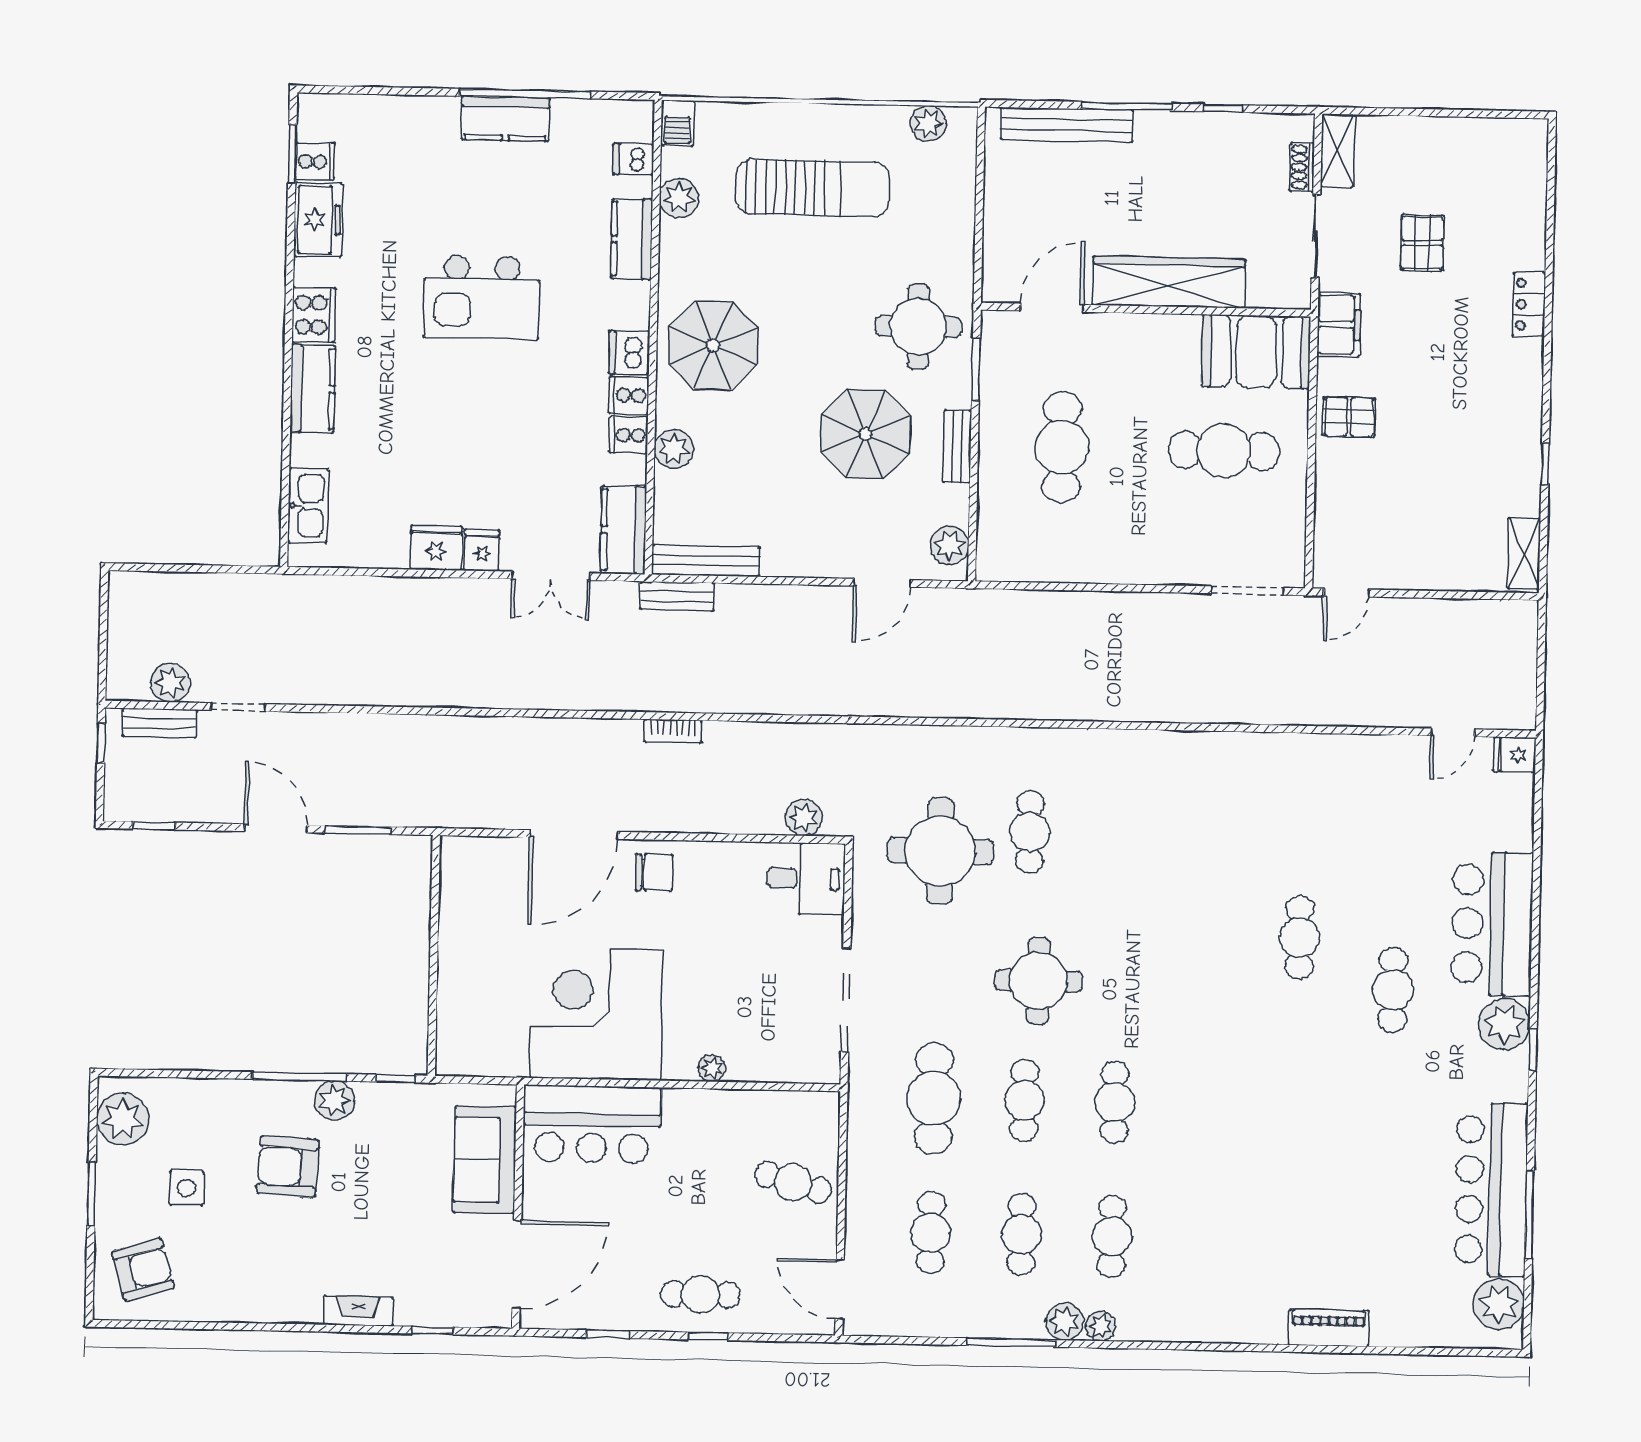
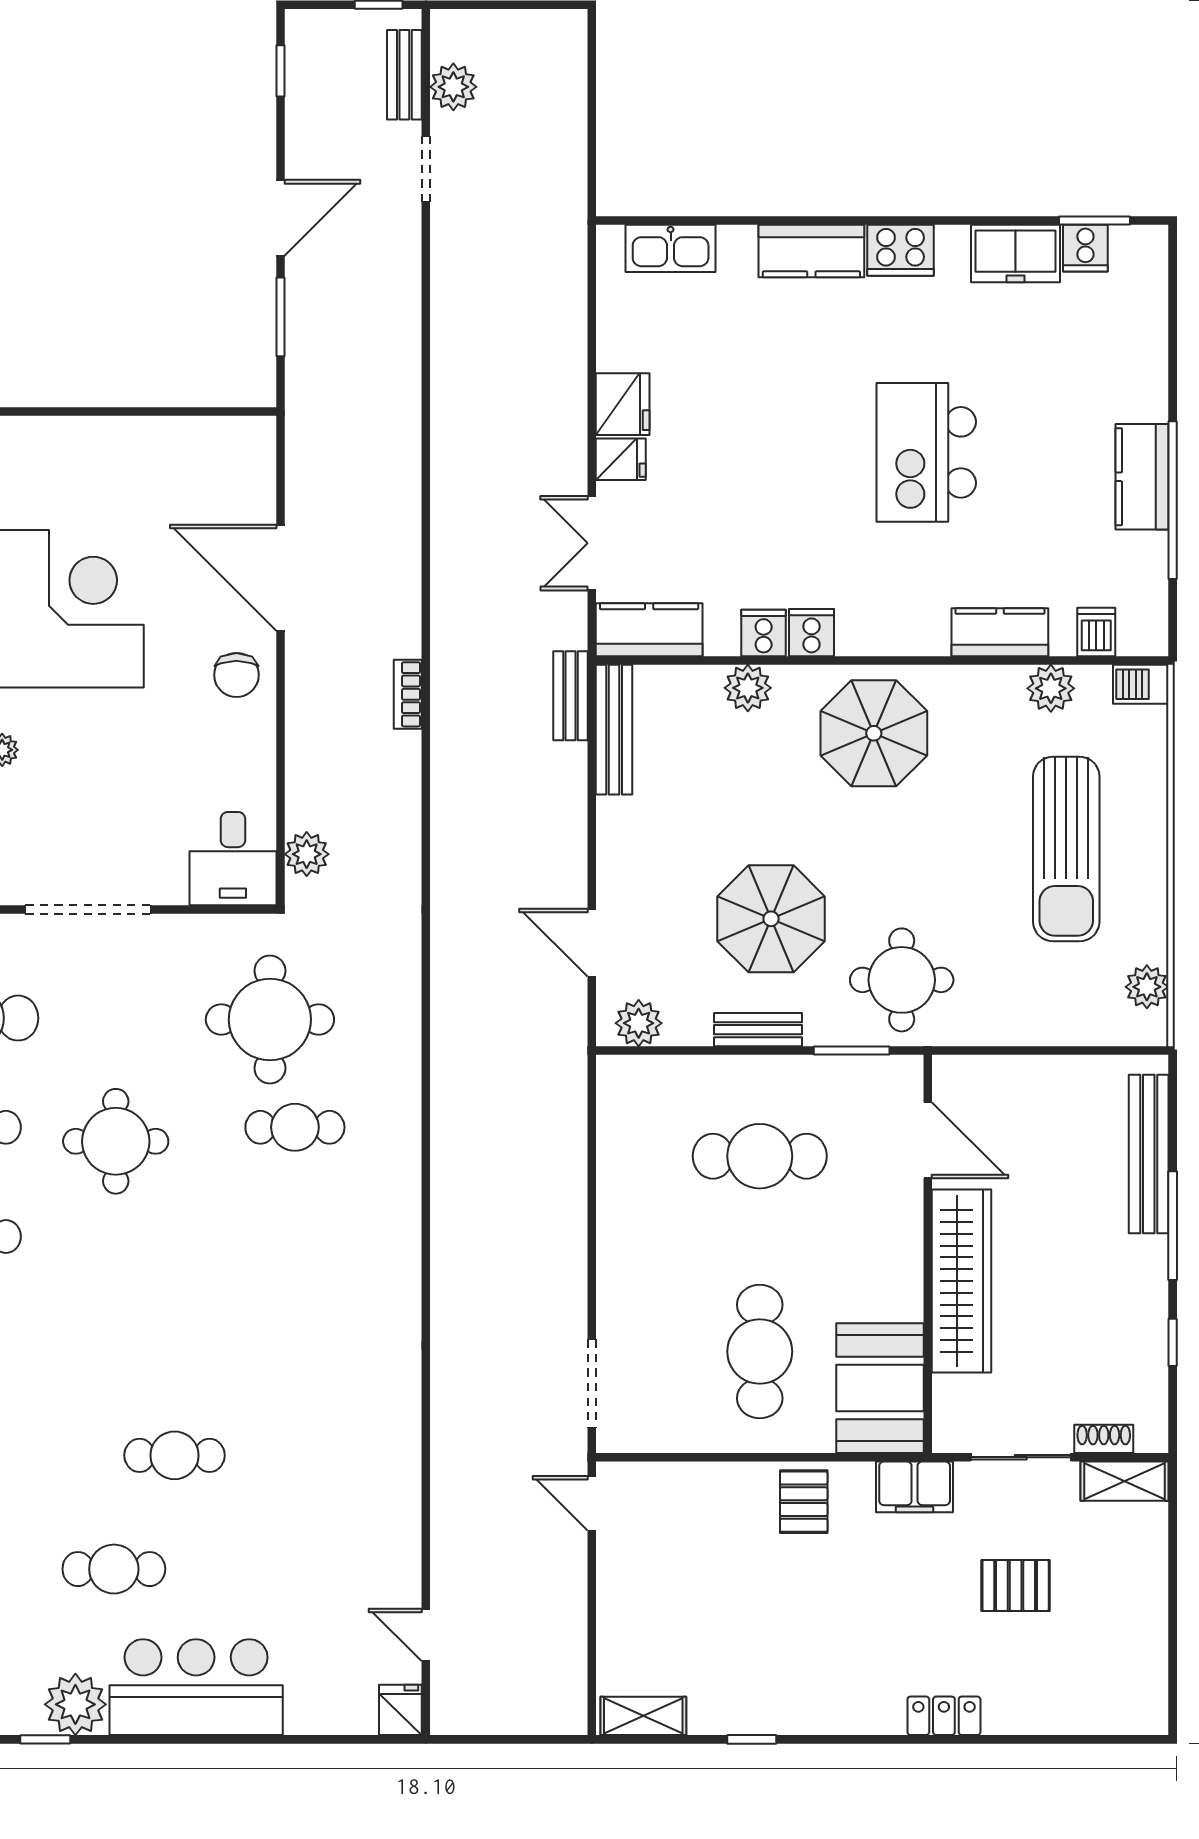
dishwasher: (629, 352) -> (863, 632), removed

